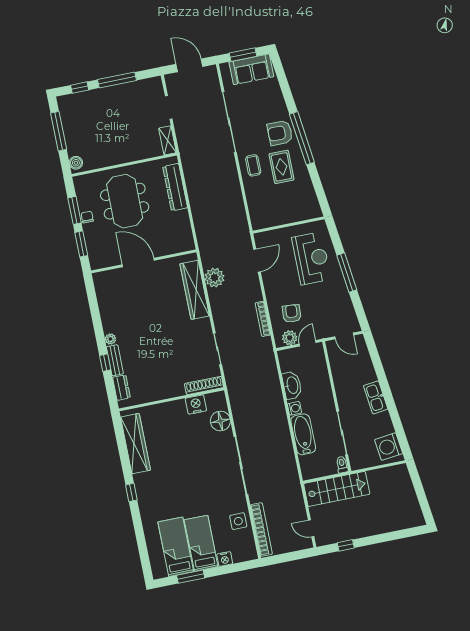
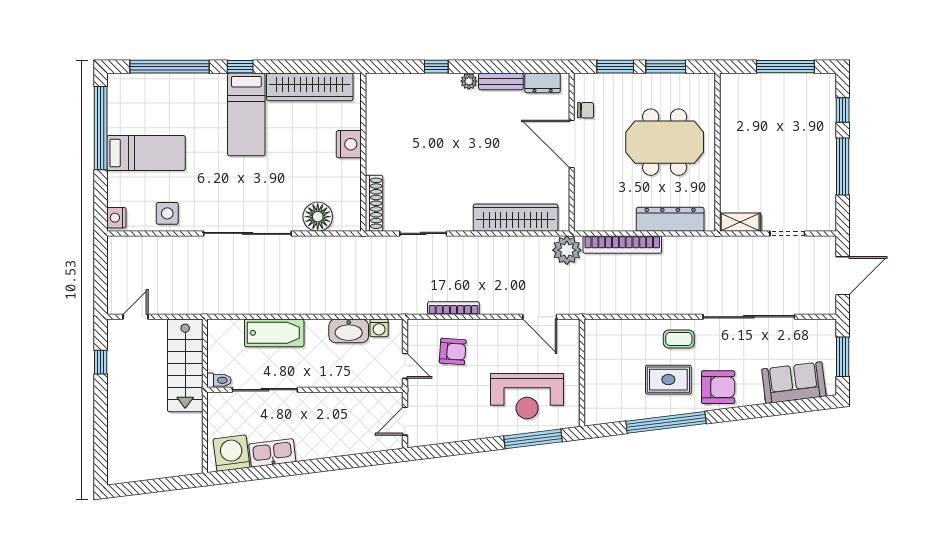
sofa: (251, 69) -> (794, 383), moved, turned 83
armchair: (280, 133) -> (718, 387), turned 90
window: (302, 138) -> (666, 422), moved
boiler: (76, 163) -> (734, 83), removed
chair: (87, 217) -> (586, 110), moved
door: (138, 262) -> (572, 144), swing flipped
window: (347, 272) -> (533, 439), moved
plant: (215, 278) -> (567, 250), moved
plant: (290, 338) -> (418, 341), removed
bench: (115, 360) -> (501, 81), moved
dresser: (121, 388) -> (543, 83), moved
kitchen sink: (376, 397) -> (272, 453), moved
nightstand: (196, 404) -> (349, 144), moved
washing machine: (295, 408) -> (379, 328), moved
bookcase: (261, 529) -> (622, 244), moved
window: (141, 539) -> (169, 67), added
bed: (176, 547) -> (246, 114), moved, turned 90
nightstand: (225, 559) -> (116, 218), moved
window: (191, 577) -> (101, 128), width x2.11

